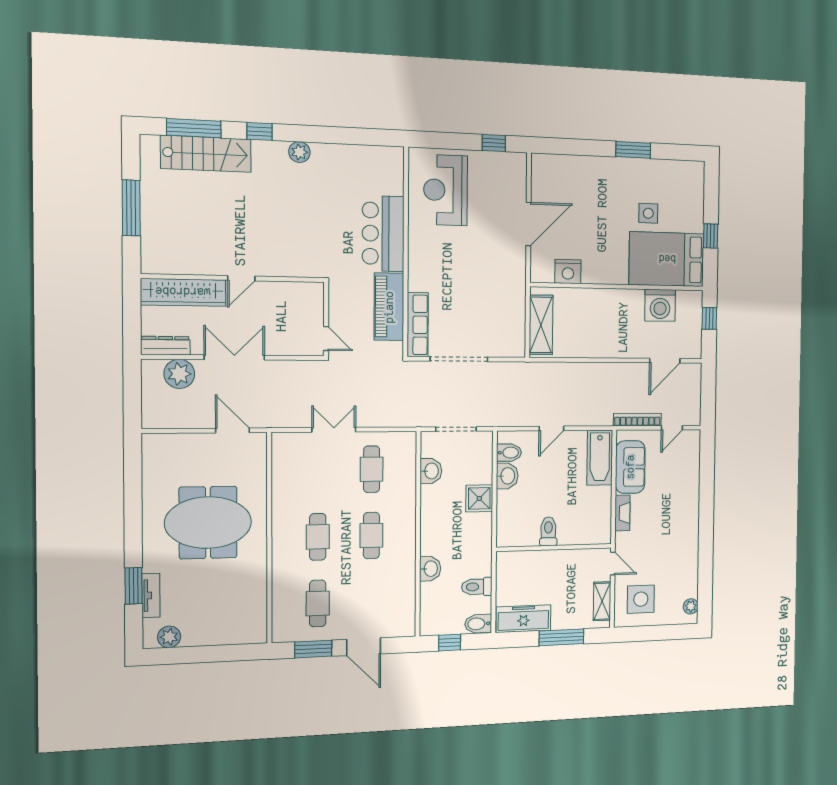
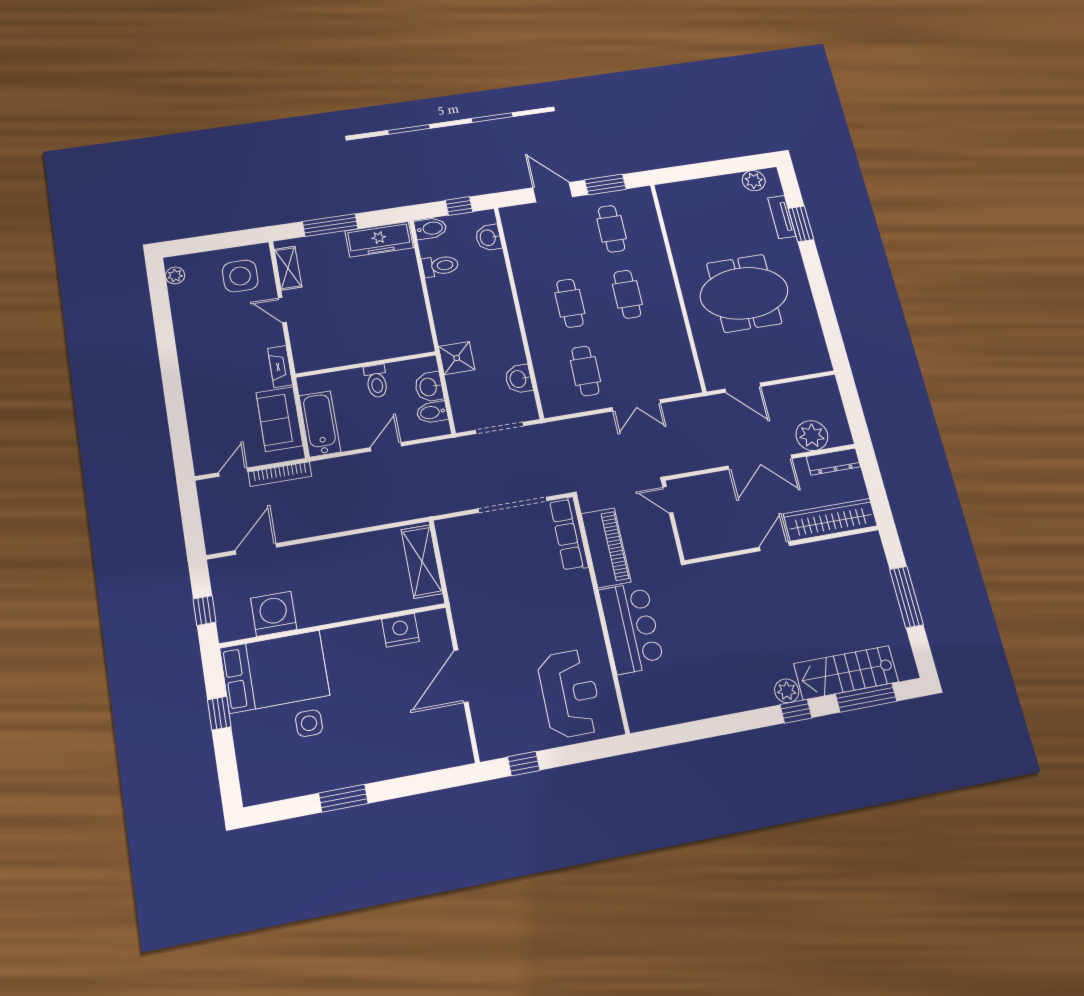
plant: (299, 152) -> (787, 691), moved
toilet: (548, 531) -> (376, 381), moved
wall: (554, 548) -> (366, 364), moved
washbasin: (430, 569) -> (488, 238), moved

